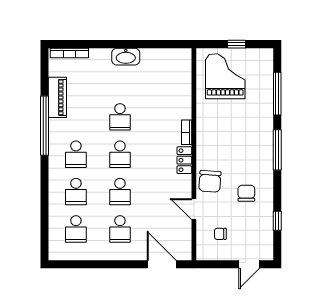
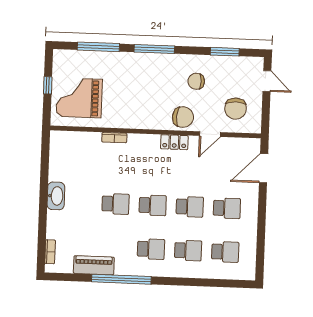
bookcase: (69, 53) -> (50, 252), width x0.64
bookcase: (187, 132) -> (114, 138), moved
locker: (184, 160) -> (174, 142), moved
window: (277, 221) -> (225, 52), width x1.50
chair: (220, 234) -> (236, 109), width x1.87, depth x1.87

